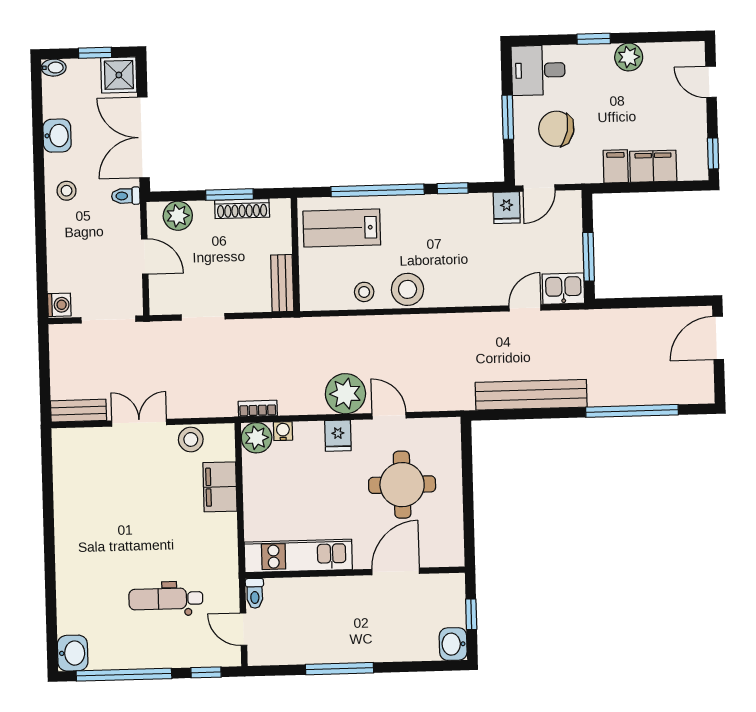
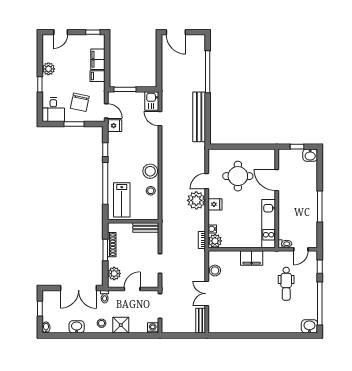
shower: (119, 75) -> (121, 325), moved
window: (589, 257) -> (125, 89), moved
filing cabinet: (220, 487) -> (252, 258), moved

